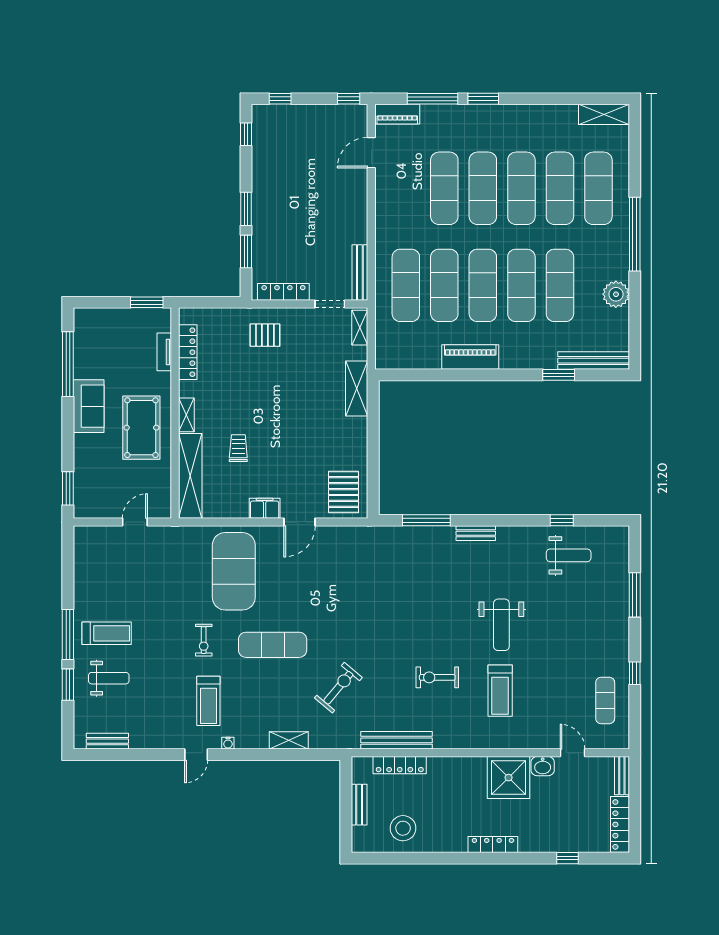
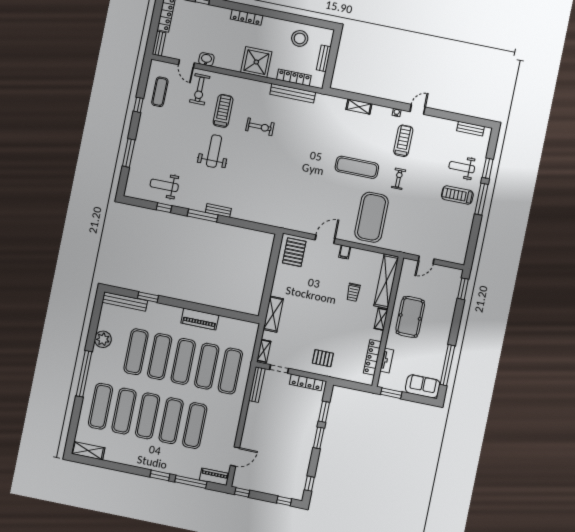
sofa: (89, 406) -> (423, 386), moved, turned 90
filing cabinet: (265, 508) -> (345, 252), width x0.50
window: (426, 520) -> (203, 216), moved
exercise bike: (338, 688) -> (200, 89), moved, turned -40
shower: (509, 778) -> (256, 62), moved

